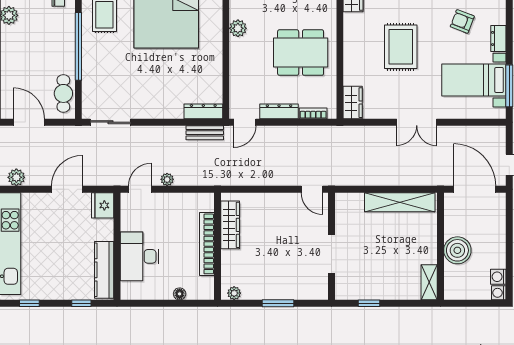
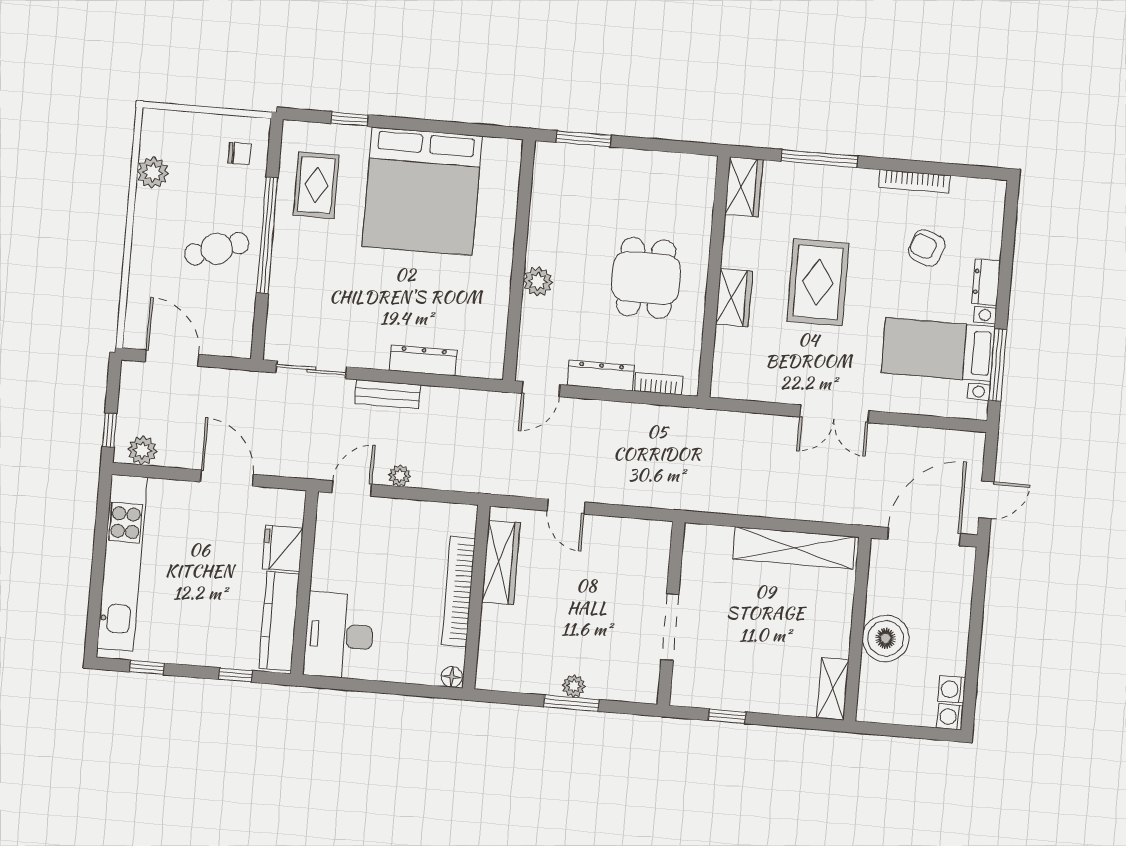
plant: (238, 28) -> (538, 282), moved
dining table: (301, 53) -> (646, 278), width x0.73
cafe table: (63, 93) -> (217, 249), moved, turned 71
wardrobe: (353, 103) -> (734, 298), moved
dresser: (203, 111) -> (423, 360), moved
bench: (205, 133) -> (388, 394), moved
door: (67, 189) -> (227, 478), hinge flipped
door: (312, 189) -> (566, 507), moved
door: (475, 189) -> (924, 537), hinge flipped
fridge: (103, 205) -> (283, 548), moved
desk: (140, 256) -> (339, 635), moved
plant: (234, 293) -> (574, 686), moved
floor lamp: (180, 294) -> (452, 677), moved

